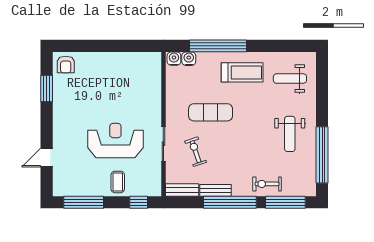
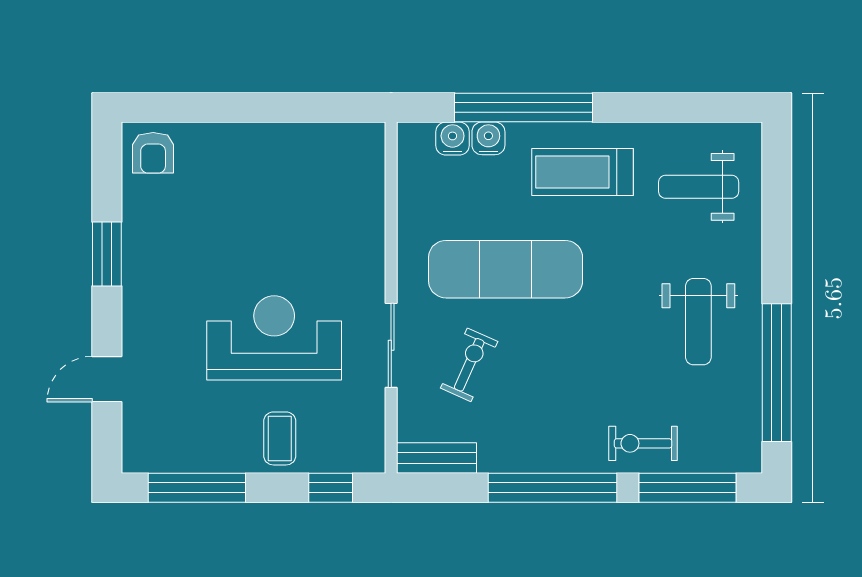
water cooler: (174, 59) -> (488, 138), moved
treadmill: (242, 72) -> (582, 172), turned 180
window: (47, 88) -> (107, 254), moved
exercise mat: (211, 112) -> (506, 269), width x1.36, depth x1.45
exercise bike: (196, 152) -> (469, 365), turned 43
bench: (215, 190) -> (517, 459), removed

